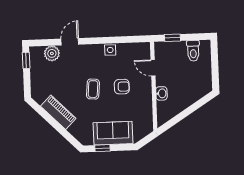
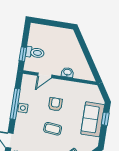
window: (113, 40) -> (15, 104), added
toilet: (193, 51) -> (35, 53), moved
window: (102, 148) -> (105, 119), moved

